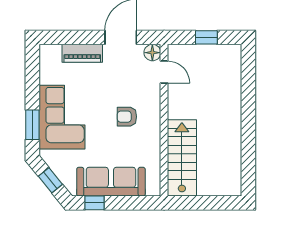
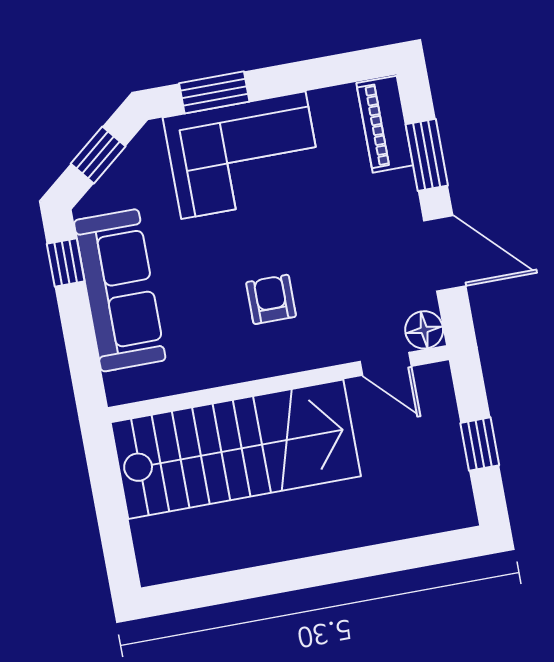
window: (77, 37) -> (427, 155), added
piano: (82, 53) -> (385, 124), moved
door: (164, 72) -> (386, 364), hinge flipped
stairs: (182, 158) -> (236, 449), width x1.36, depth x1.51

